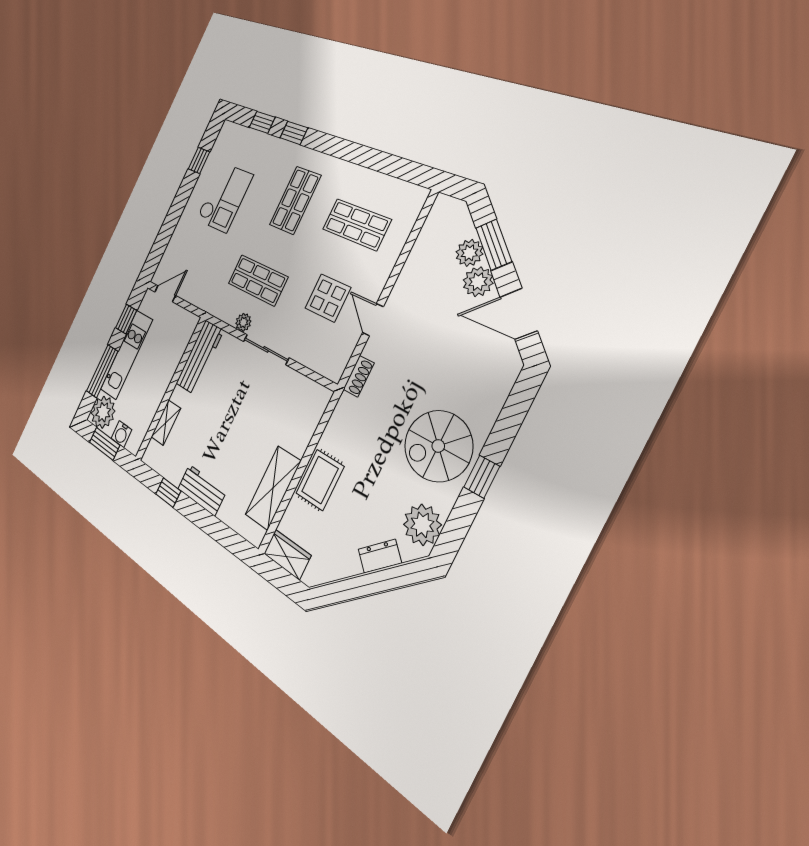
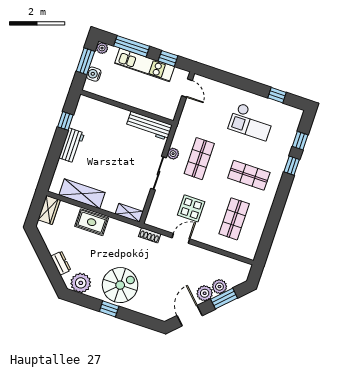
plant: (103, 412) -> (102, 48), width x0.53, depth x0.53
shelving: (166, 423) -> (129, 213), moved
spiral stairs: (438, 446) -> (120, 285), turned 90

